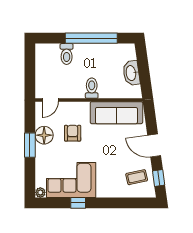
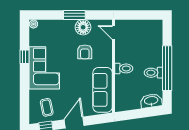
toilet: (67, 54) -> (153, 73), moved
washbasin: (131, 73) -> (151, 101), moved
armchair: (73, 133) -> (85, 52), turned 90
corner sofa: (71, 180) -> (44, 68), moved

